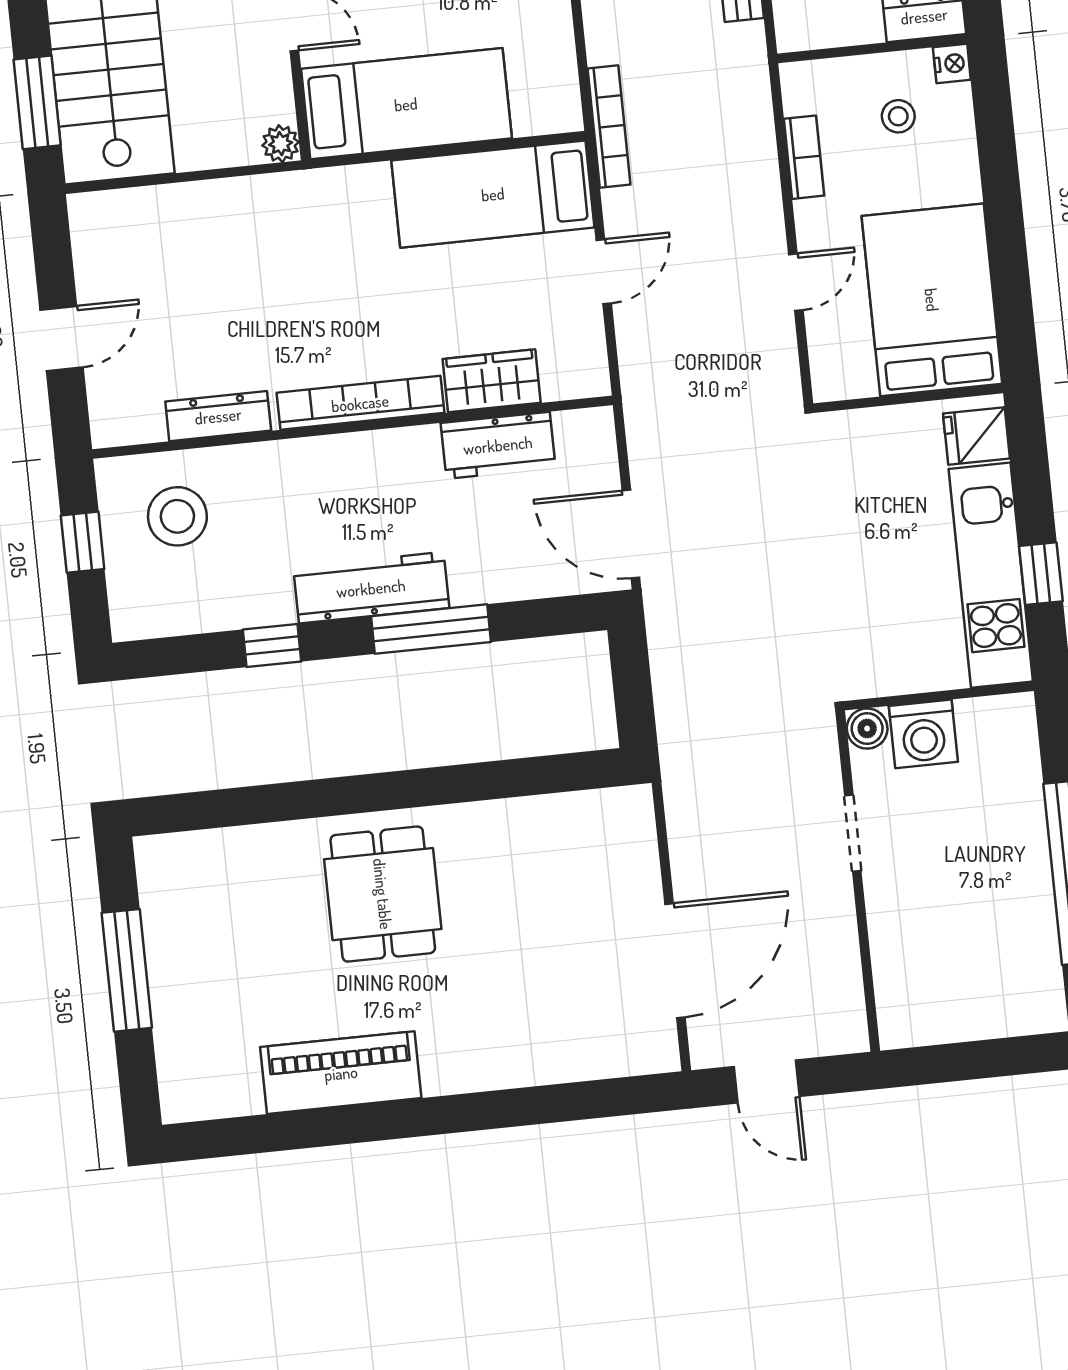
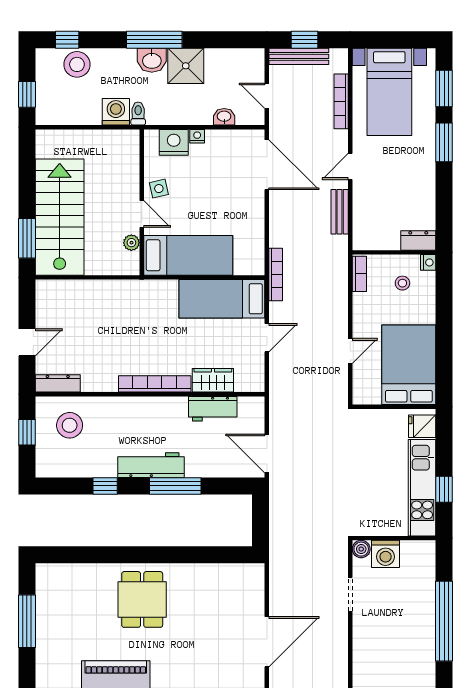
plant: (281, 144) -> (131, 243), moved
bookcase: (804, 157) -> (359, 274), moved
dresser: (218, 416) -> (58, 383), moved

